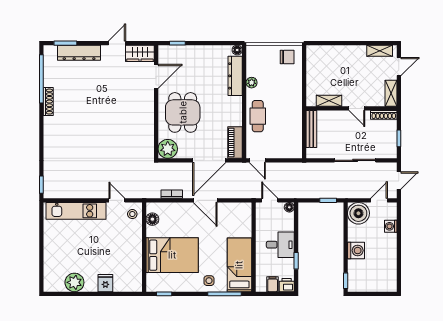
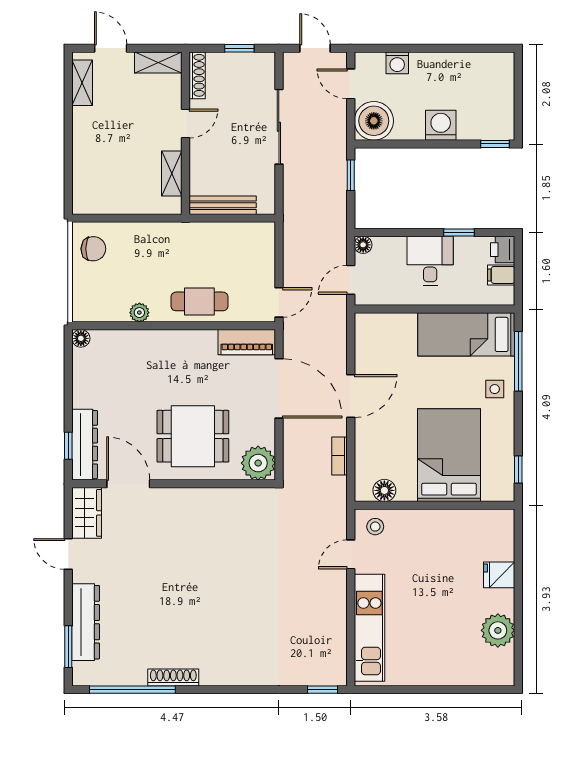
chair: (287, 57) -> (93, 249), turned 91
dresser: (235, 76) -> (85, 445), moved, turned -90

